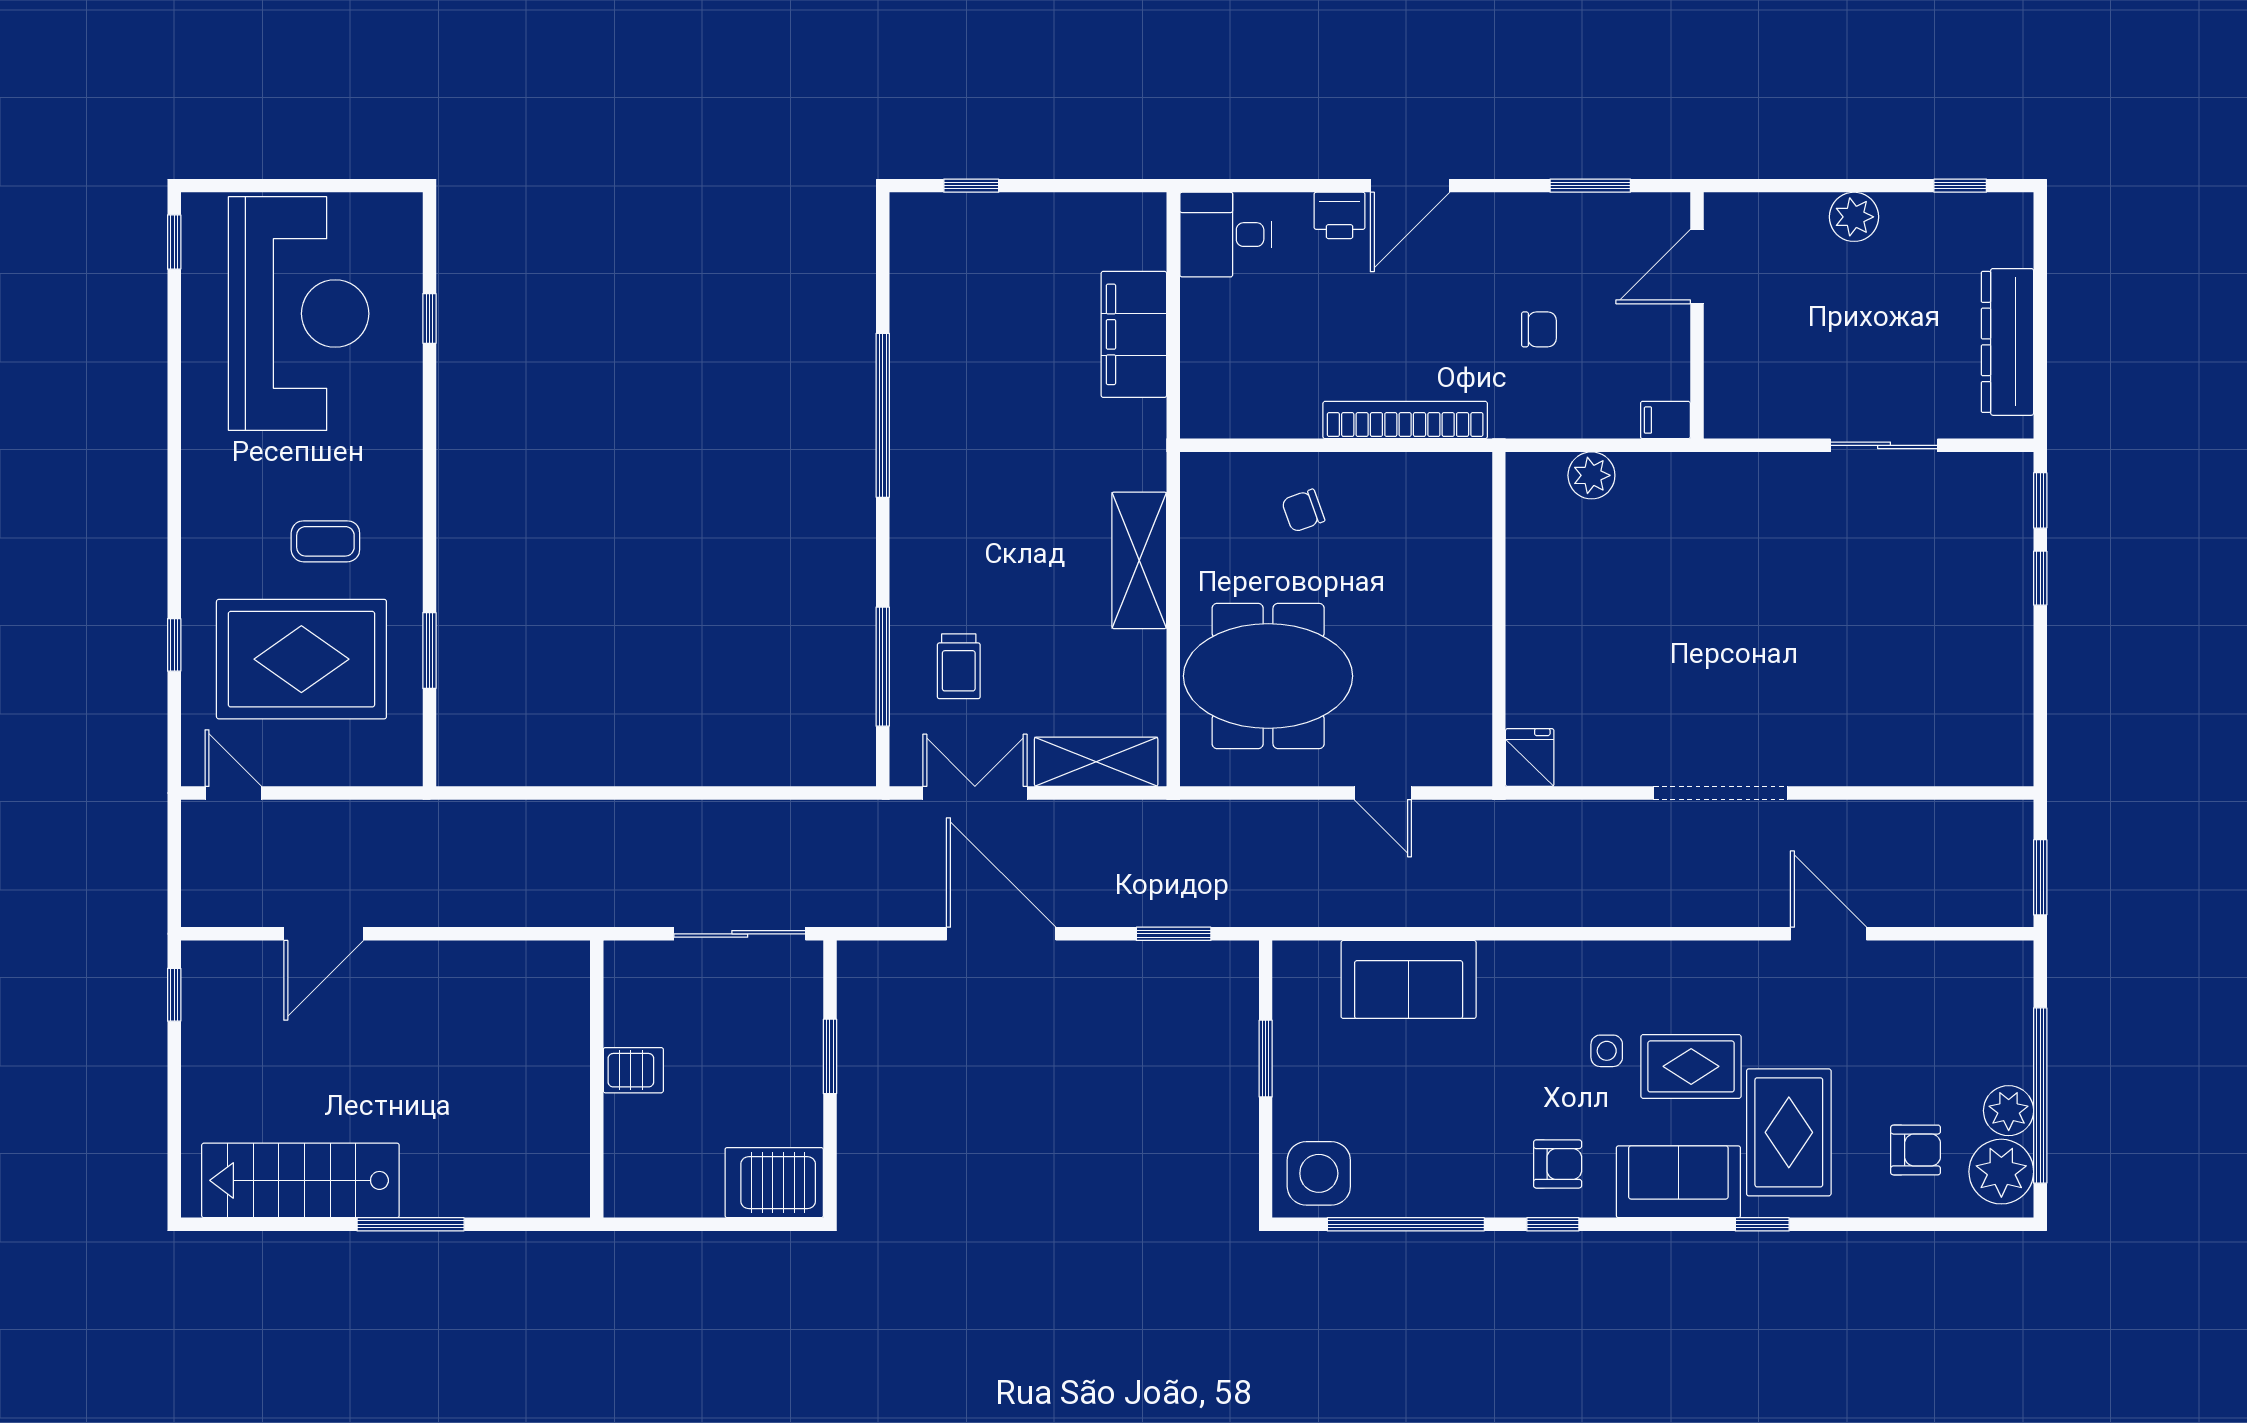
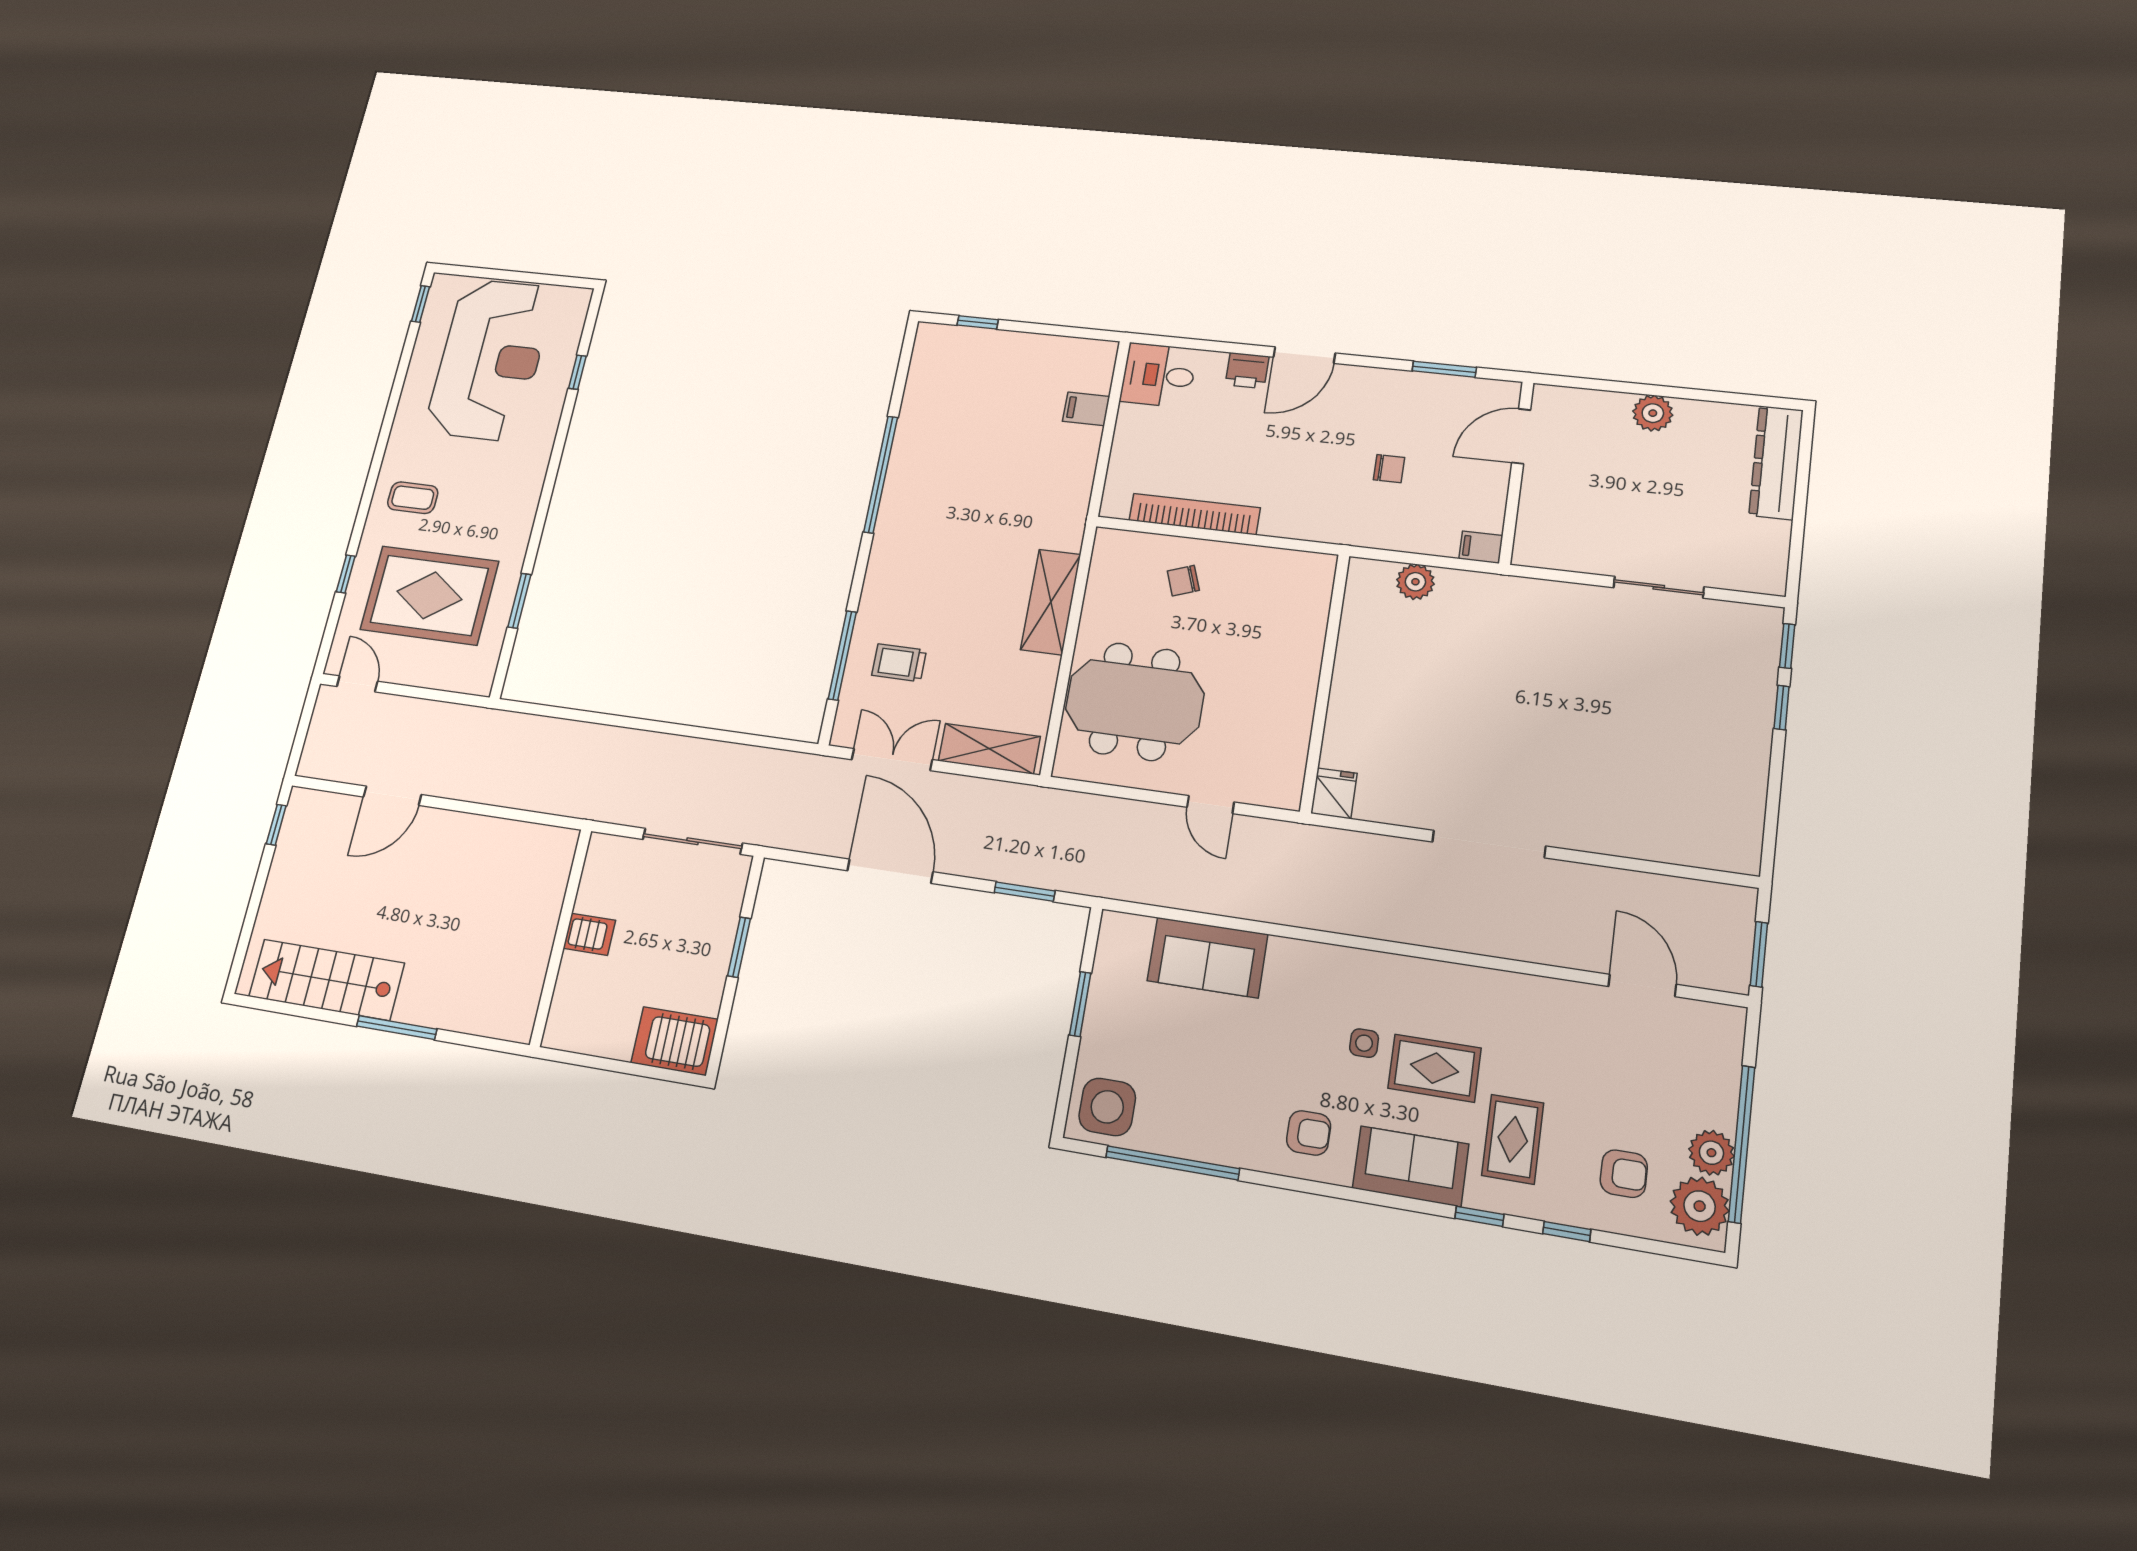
window: (1960, 186) -> (1743, 399), removed
filing cabinet: (1134, 334) -> (1086, 409), width x0.33, depth x0.86
dresser: (2007, 342) -> (1776, 462), moved
bookcase: (1405, 420) -> (1194, 514), moved
coffee table: (325, 541) -> (413, 498), moved
trolley: (959, 666) -> (899, 663), turned 90
door: (1829, 934) -> (1642, 985), moved
rug: (1789, 1132) -> (1513, 1139), width x0.73, depth x0.70
window: (1553, 1224) -> (1567, 1232), moved

